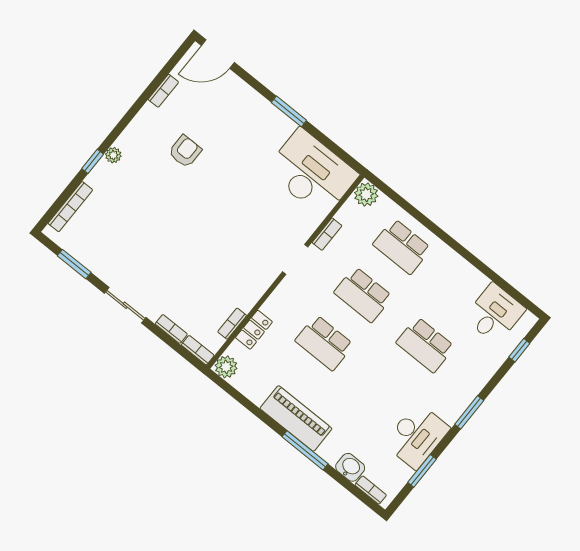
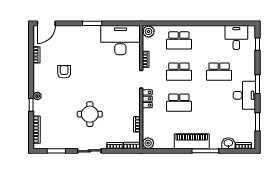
round table: (172, 249) -> (90, 114), added
locker: (254, 330) -> (147, 99), moved
desk: (417, 436) -> (244, 95), moved

